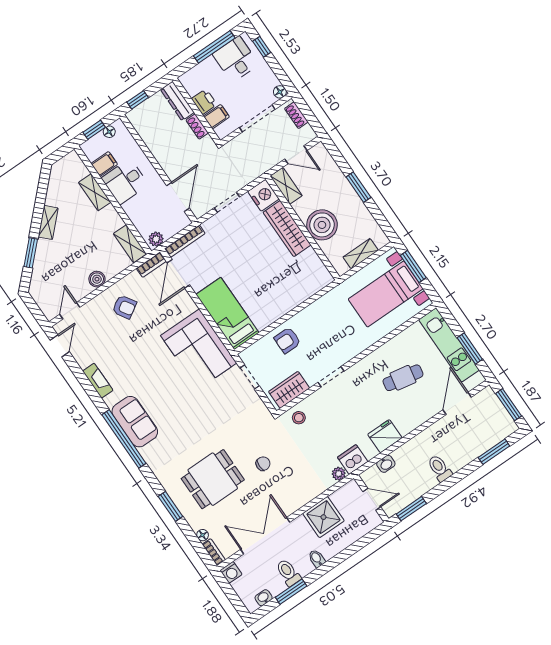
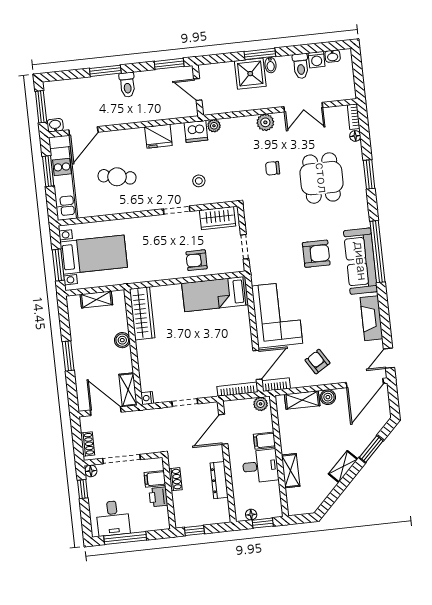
window: (262, 47) -> (83, 489), moved
window: (138, 100) -> (194, 530), moved
dresser: (177, 101) -> (219, 480), moved, turned 180
door: (296, 155) -> (106, 411), width x1.38
filing cabinet: (104, 164) -> (264, 441), moved
nightstand: (263, 195) -> (147, 398), width x0.53, depth x0.56
boiler: (322, 225) -> (122, 340), width x0.54, depth x0.54
wardrobe: (287, 229) -> (142, 313), moved
shelving: (130, 244) -> (302, 400), moved, turned 90
door: (70, 311) -> (365, 383), width x1.87
bed: (227, 314) -> (215, 294), moved, turned 90
armchair: (287, 340) -> (197, 260), turned 180
corner sofa: (199, 349) -> (277, 315), moved
fireplace: (98, 381) -> (371, 318), width x1.37, depth x1.32
armchair: (180, 406) -> (316, 254), added
stool: (299, 418) -> (199, 181), moved
sofa: (135, 422) -> (361, 261), width x1.36
window: (494, 452) -> (105, 71), moved
washbasin: (386, 464) -> (55, 125), moved
dining table: (213, 479) -> (322, 178), turned 90
plant: (293, 503) -> (265, 122), added
shower: (323, 517) -> (250, 74), moved
double door: (265, 536) -> (303, 107), width x0.73
washing machine: (231, 572) -> (317, 60), moved, turned 180
window: (291, 592) -> (260, 54), moved

